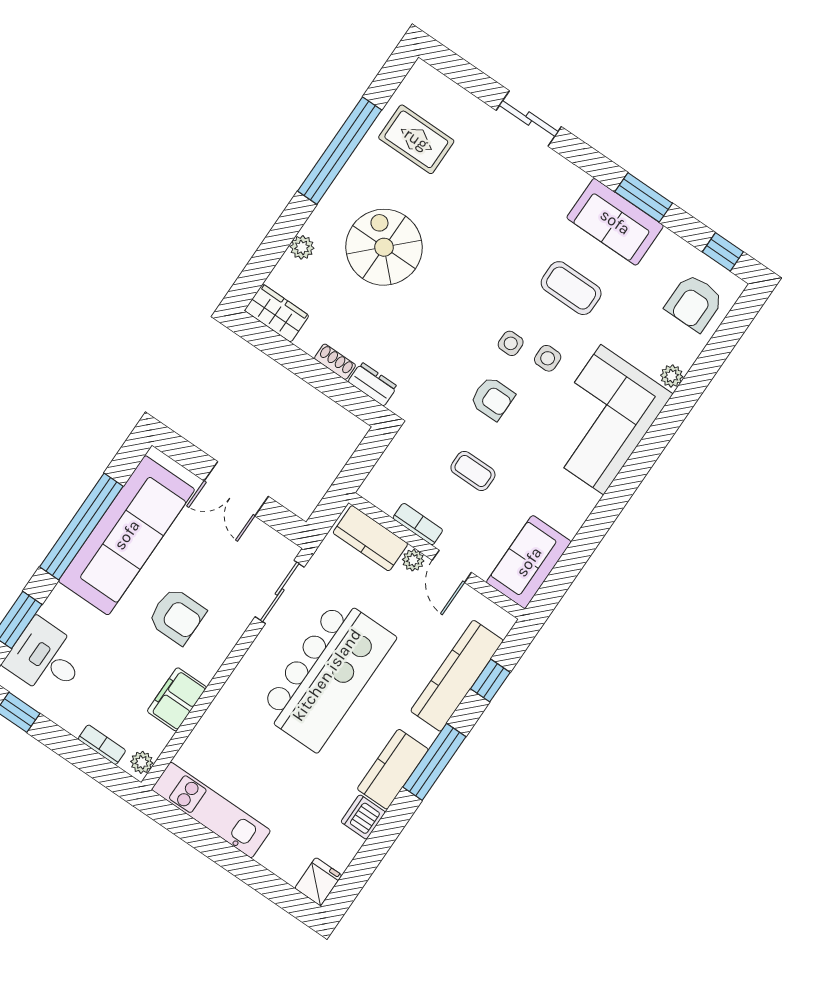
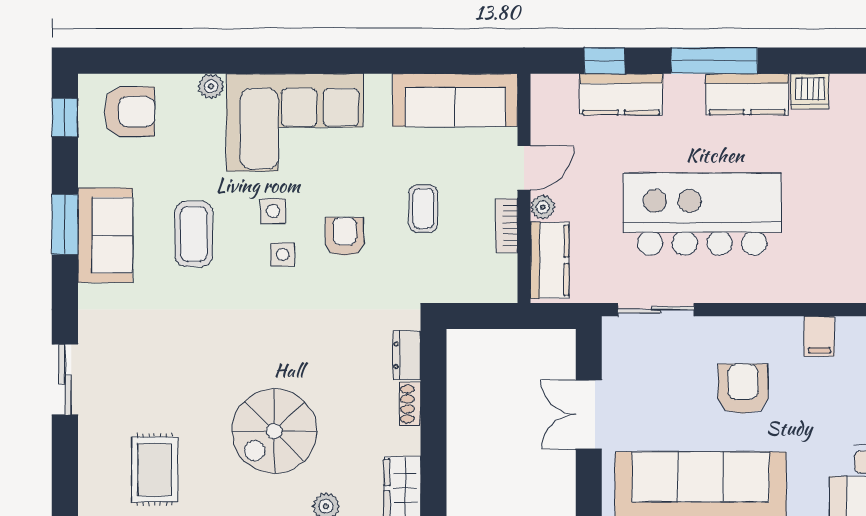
double door: (236, 489) -> (589, 415), swing flipped
sofa: (529, 562) -> (455, 100), width x1.36
kitchen counter: (457, 676) -> (621, 94), width x0.67
filing cabinet: (177, 699) -> (819, 336), width x0.50

